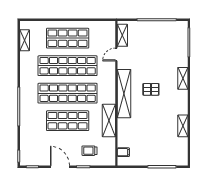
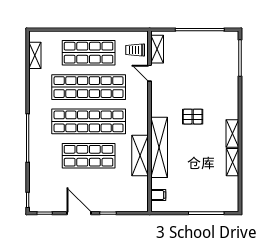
door: (116, 55) -> (150, 73), hinge flipped
shelving: (183, 78) -> (232, 133), moved
shelving: (124, 94) -> (159, 147), moved
trolley: (89, 151) -> (135, 50), moved

